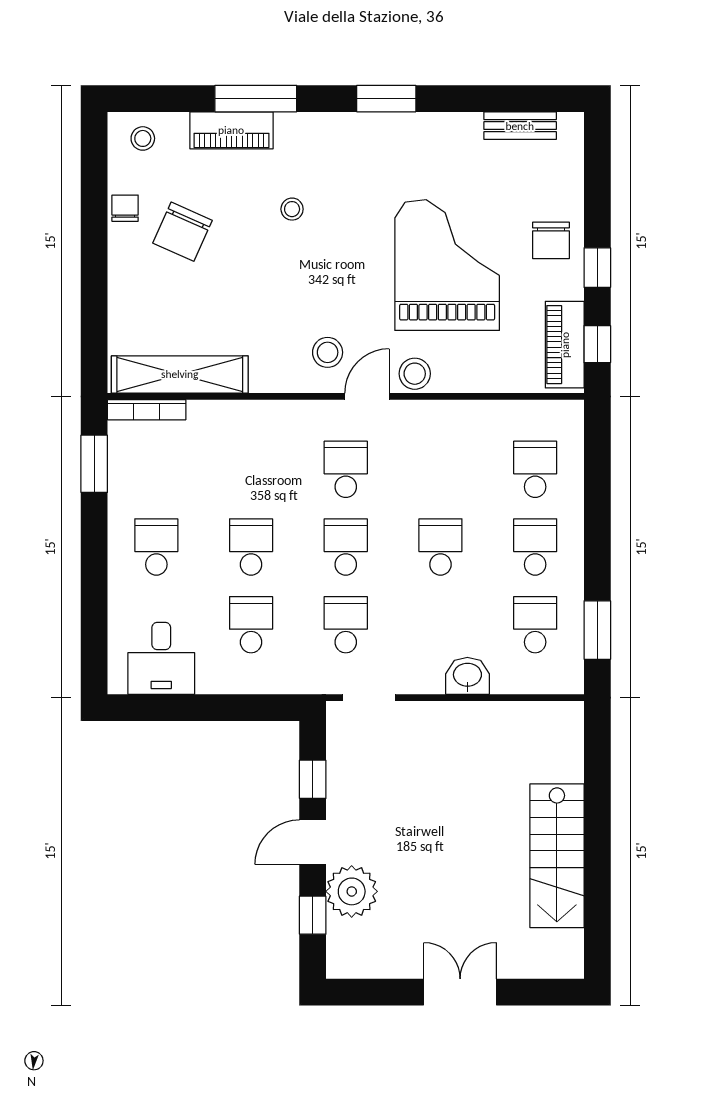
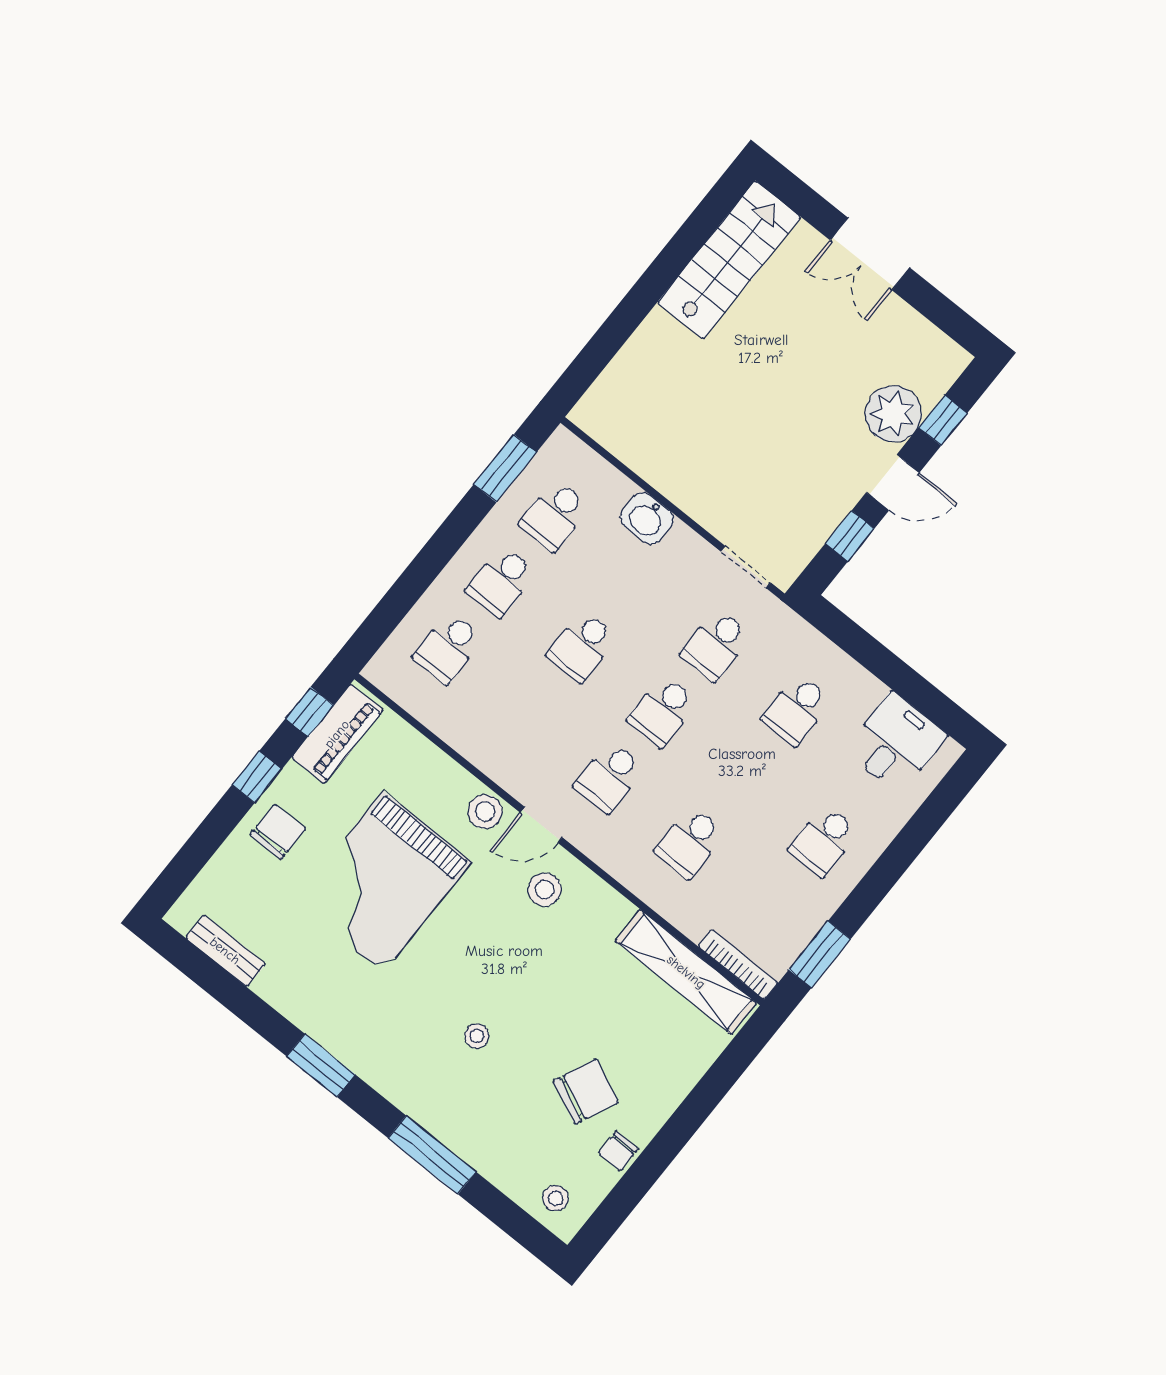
piano: (231, 130) -> (474, 1144), removed
school desk: (251, 547) -> (690, 842), moved
stairs: (557, 856) -> (729, 260), moved

